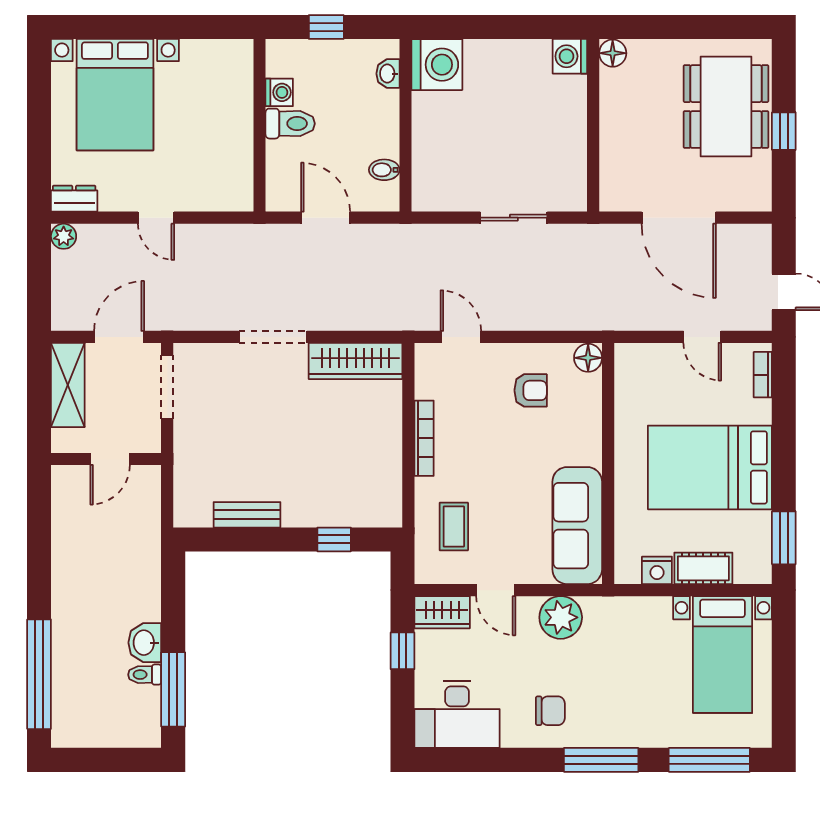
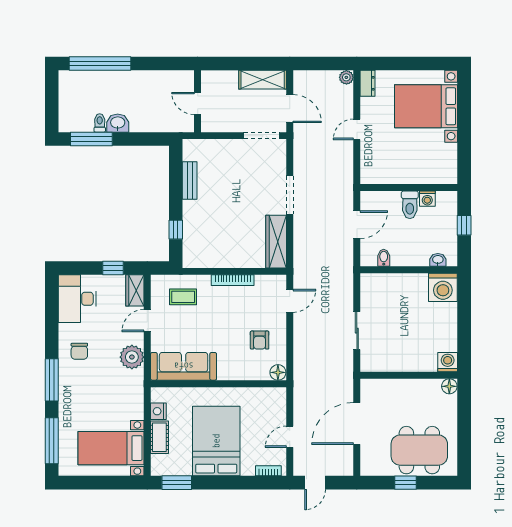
wall: (106, 459) -> (198, 101), moved
door: (110, 459) -> (198, 104), moved

